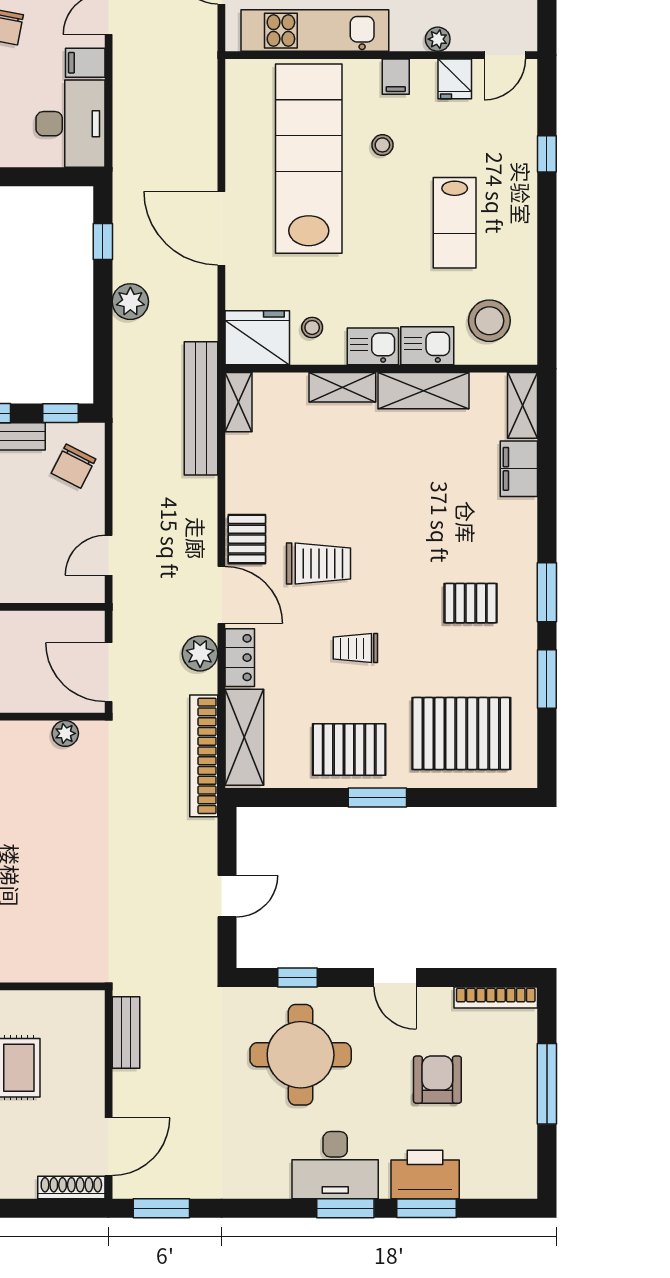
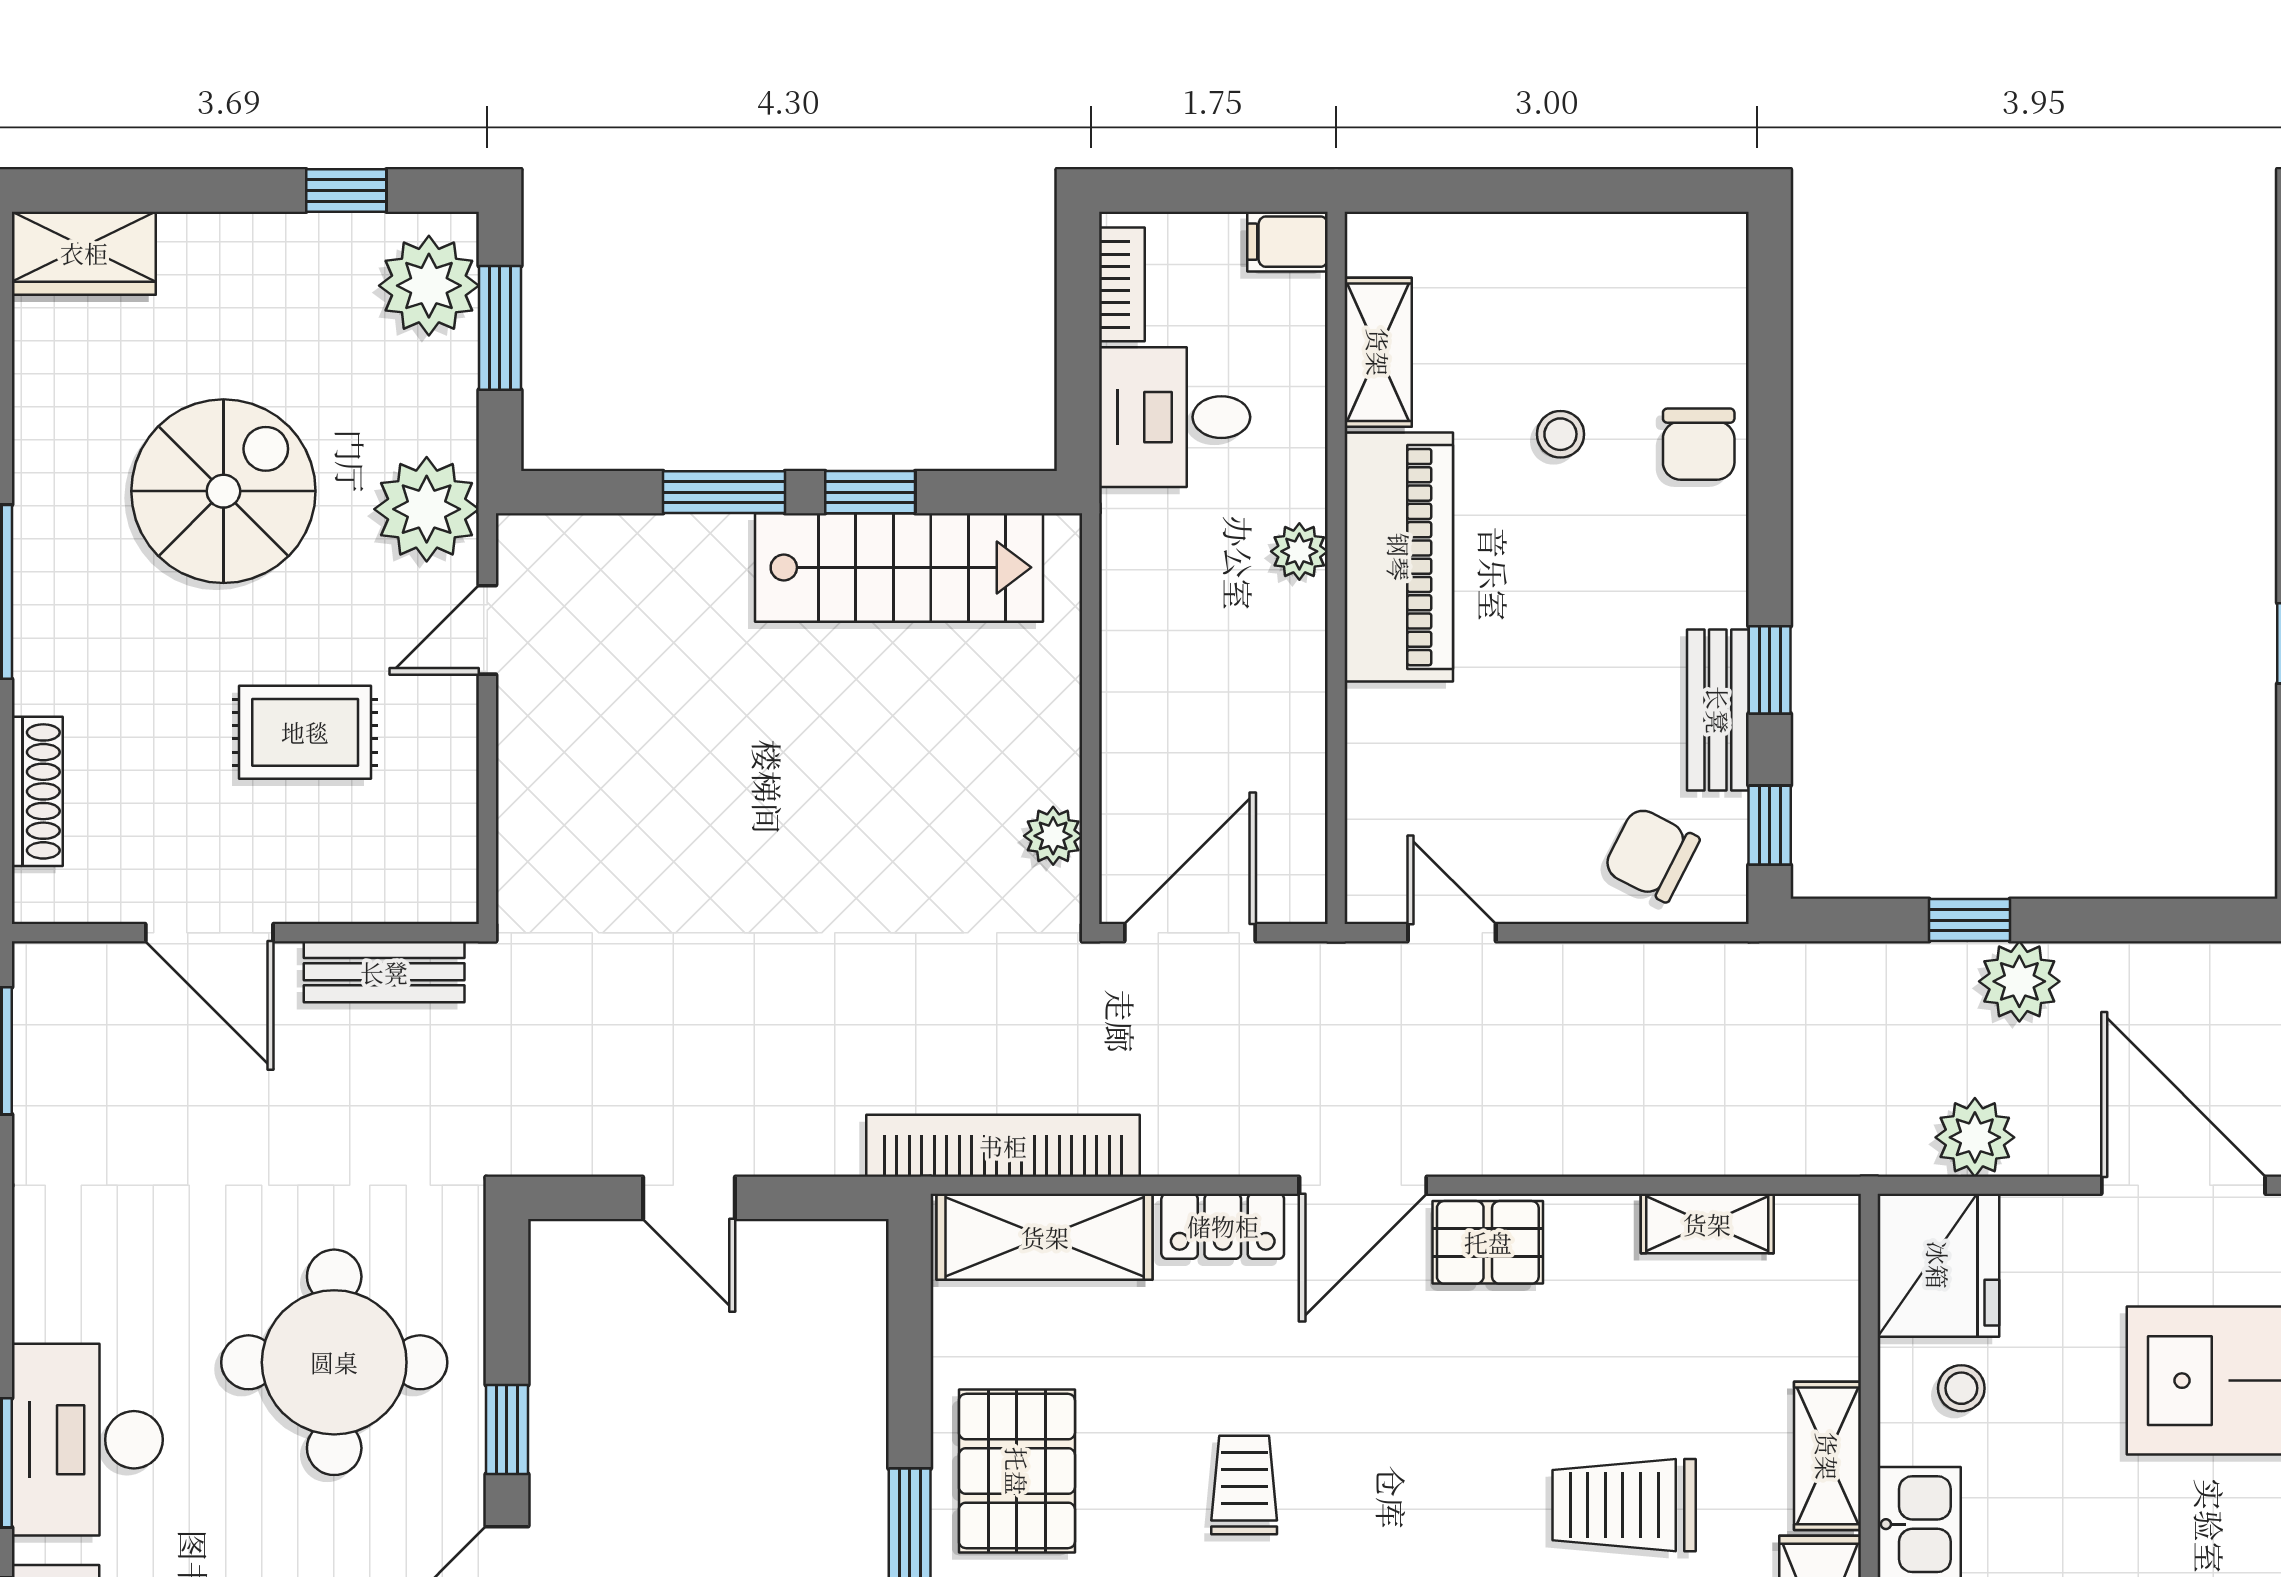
door: (221, 228) -> (2183, 1185), hinge flipped
window: (103, 241) -> (1970, 920), moved
shelving: (239, 402) -> (1707, 1224), moved
bench: (201, 408) -> (1780, 1140), removed
trolley: (319, 564) -> (1624, 1505), moved, turned 90
plant: (200, 653) -> (1975, 1137), moved
window: (298, 978) -> (507, 1429), moved
door: (109, 1147) -> (209, 933), moved
shoe rack: (71, 1188) -> (37, 791), moved

